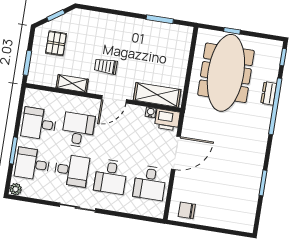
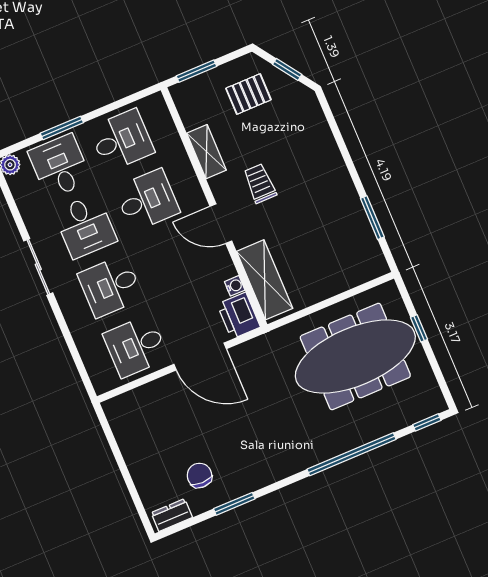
dresser: (269, 93) -> (172, 515), moved
desk: (39, 124) -> (122, 140), turned 90
chair: (187, 210) -> (199, 475), moved

